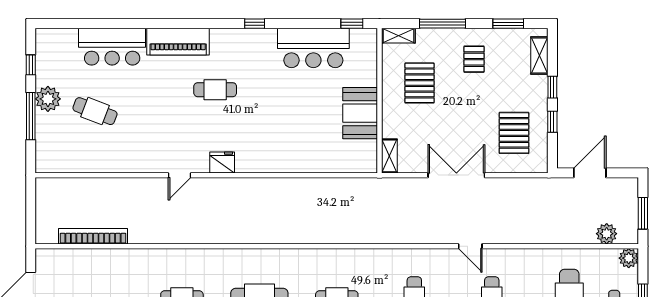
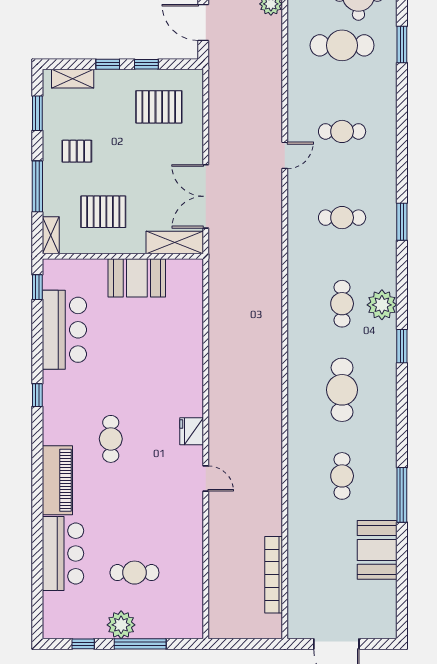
cafe table: (95, 111) -> (134, 573), turned 69
shelving: (389, 156) -> (175, 243), width x1.50, depth x1.33
double door: (456, 175) -> (206, 196), moved

